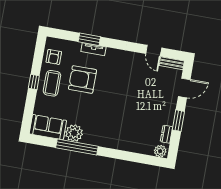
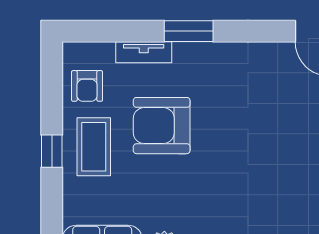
window: (89, 39) -> (189, 31), moved
tv unit: (93, 49) -> (144, 52), moved

